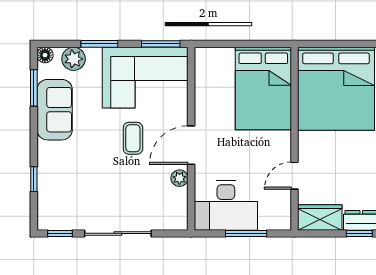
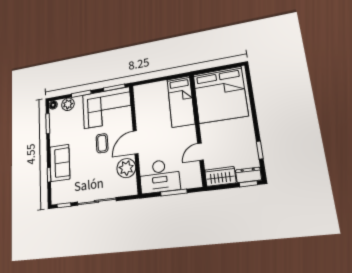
bed: (263, 89) -> (181, 101), width x0.67
sofa: (55, 110) -> (60, 163), moved
plant: (179, 178) -> (126, 168), width x1.87, depth x1.87

